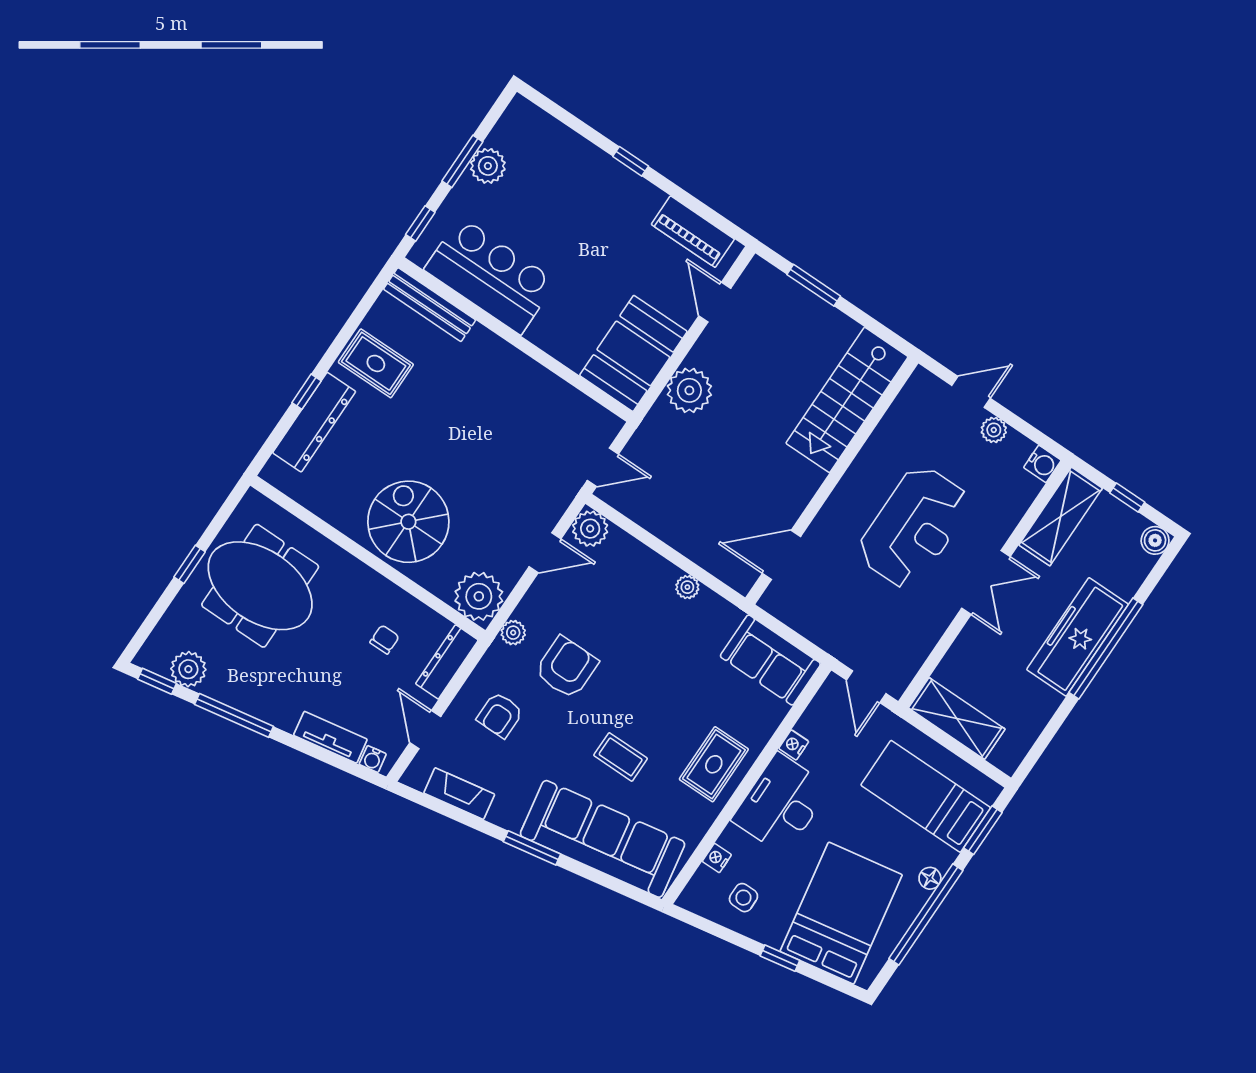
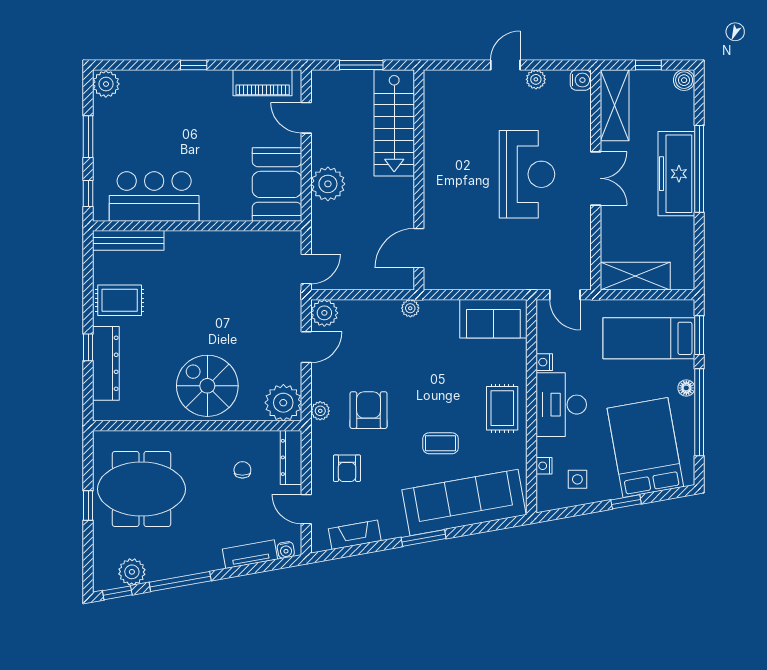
plant: (488, 166) -> (106, 84), moved
stairs: (847, 400) -> (394, 123), moved
wall: (832, 480) -> (419, 180), moved
door: (781, 555) -> (419, 248), moved

